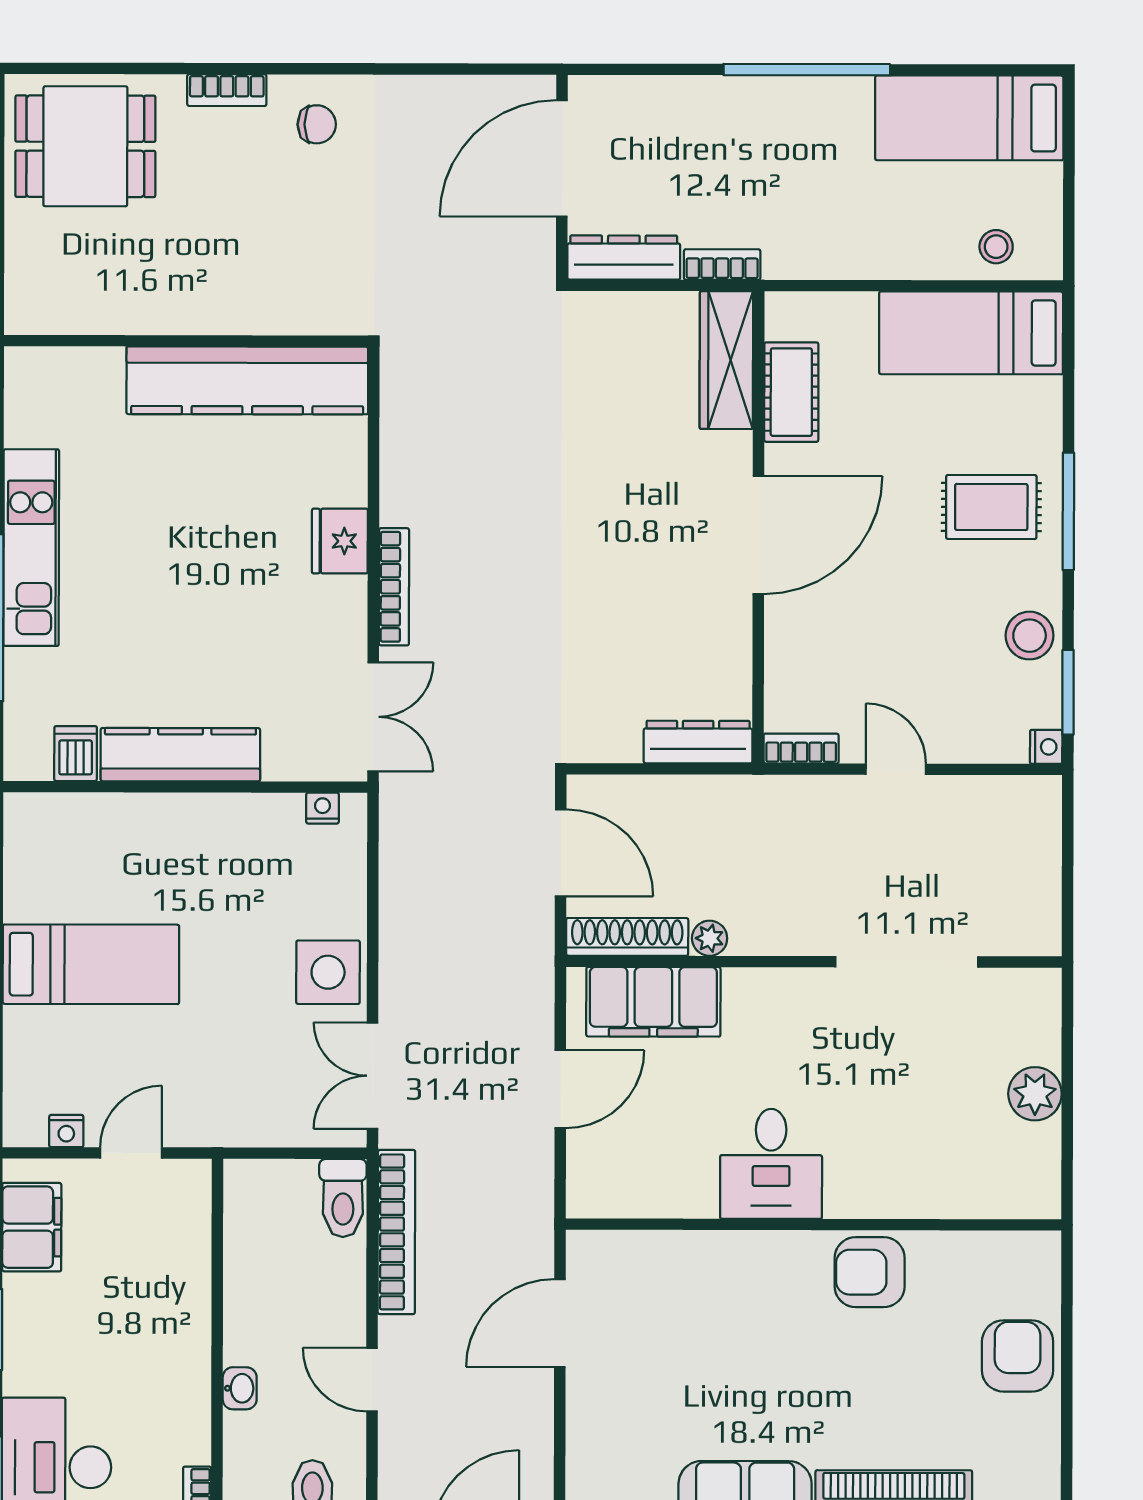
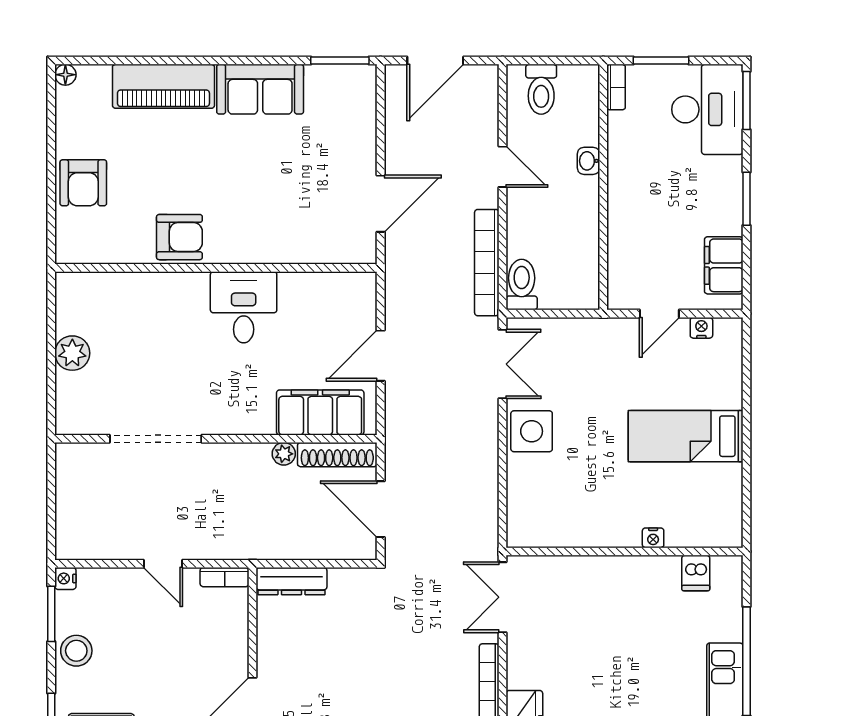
kitchen counter: (180, 755) -> (628, 572), removed
nightstand: (323, 808) -> (653, 538), moved

